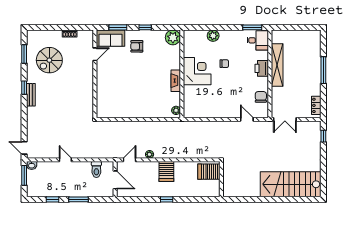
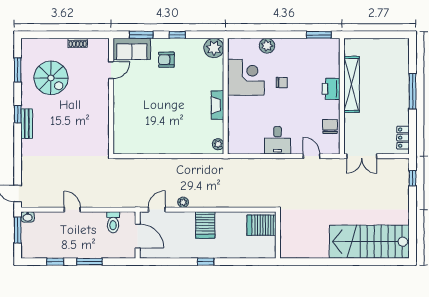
desk: (258, 40) -> (278, 140), moved, turned 90
spiral stairs: (49, 60) -> (51, 78), turned -90
corner desk: (197, 71) -> (246, 77), moved

